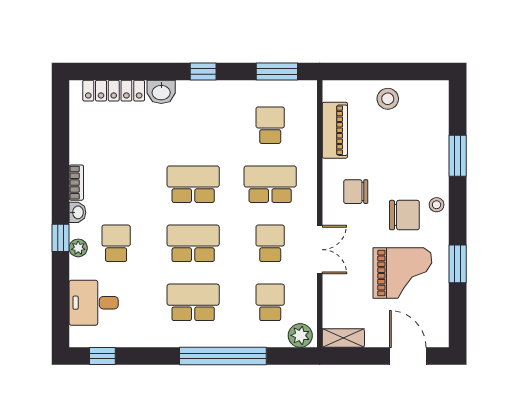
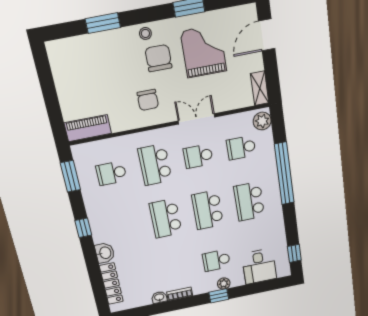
stool: (388, 99) -> (71, 89), removed
piano: (335, 130) -> (88, 128), moved
washbasin: (77, 212) -> (159, 297), moved

